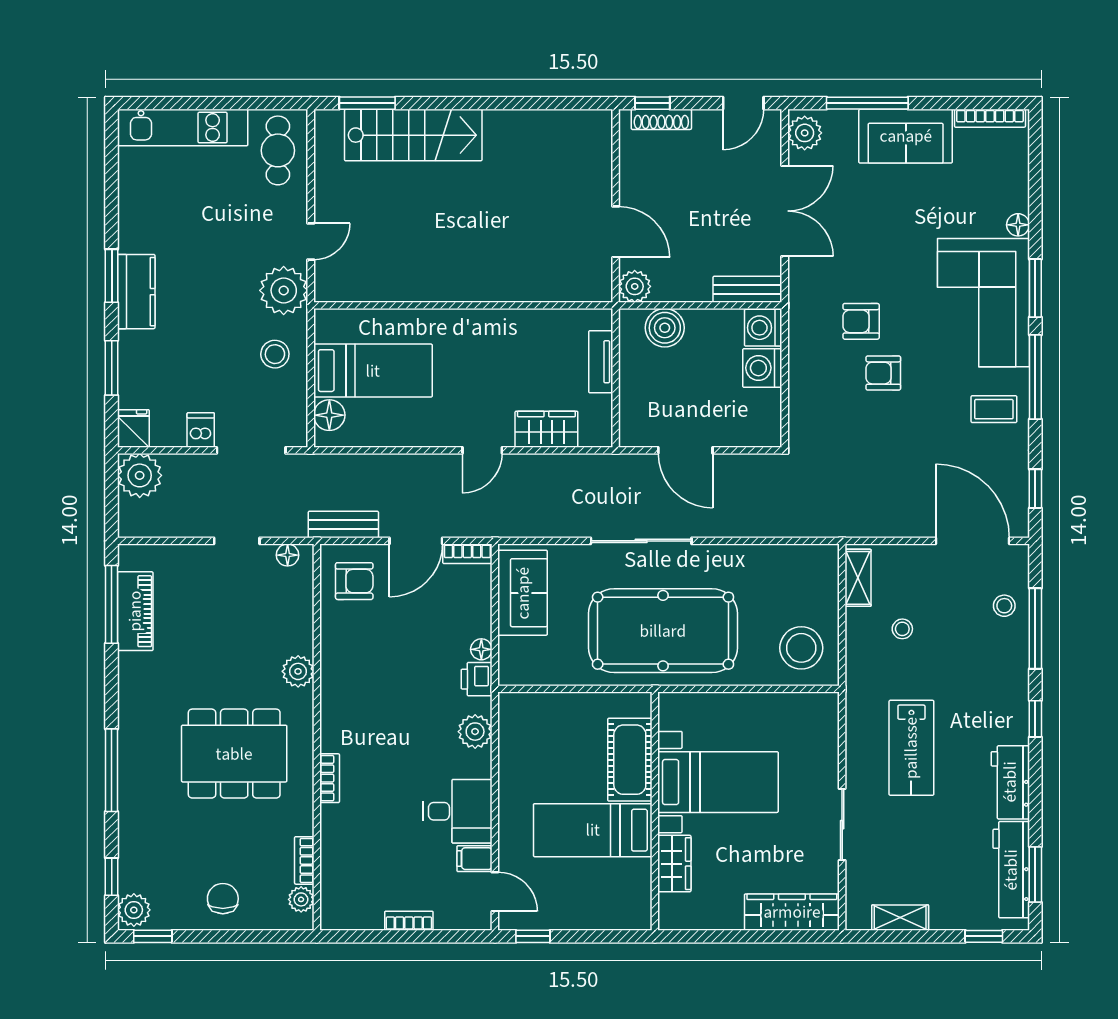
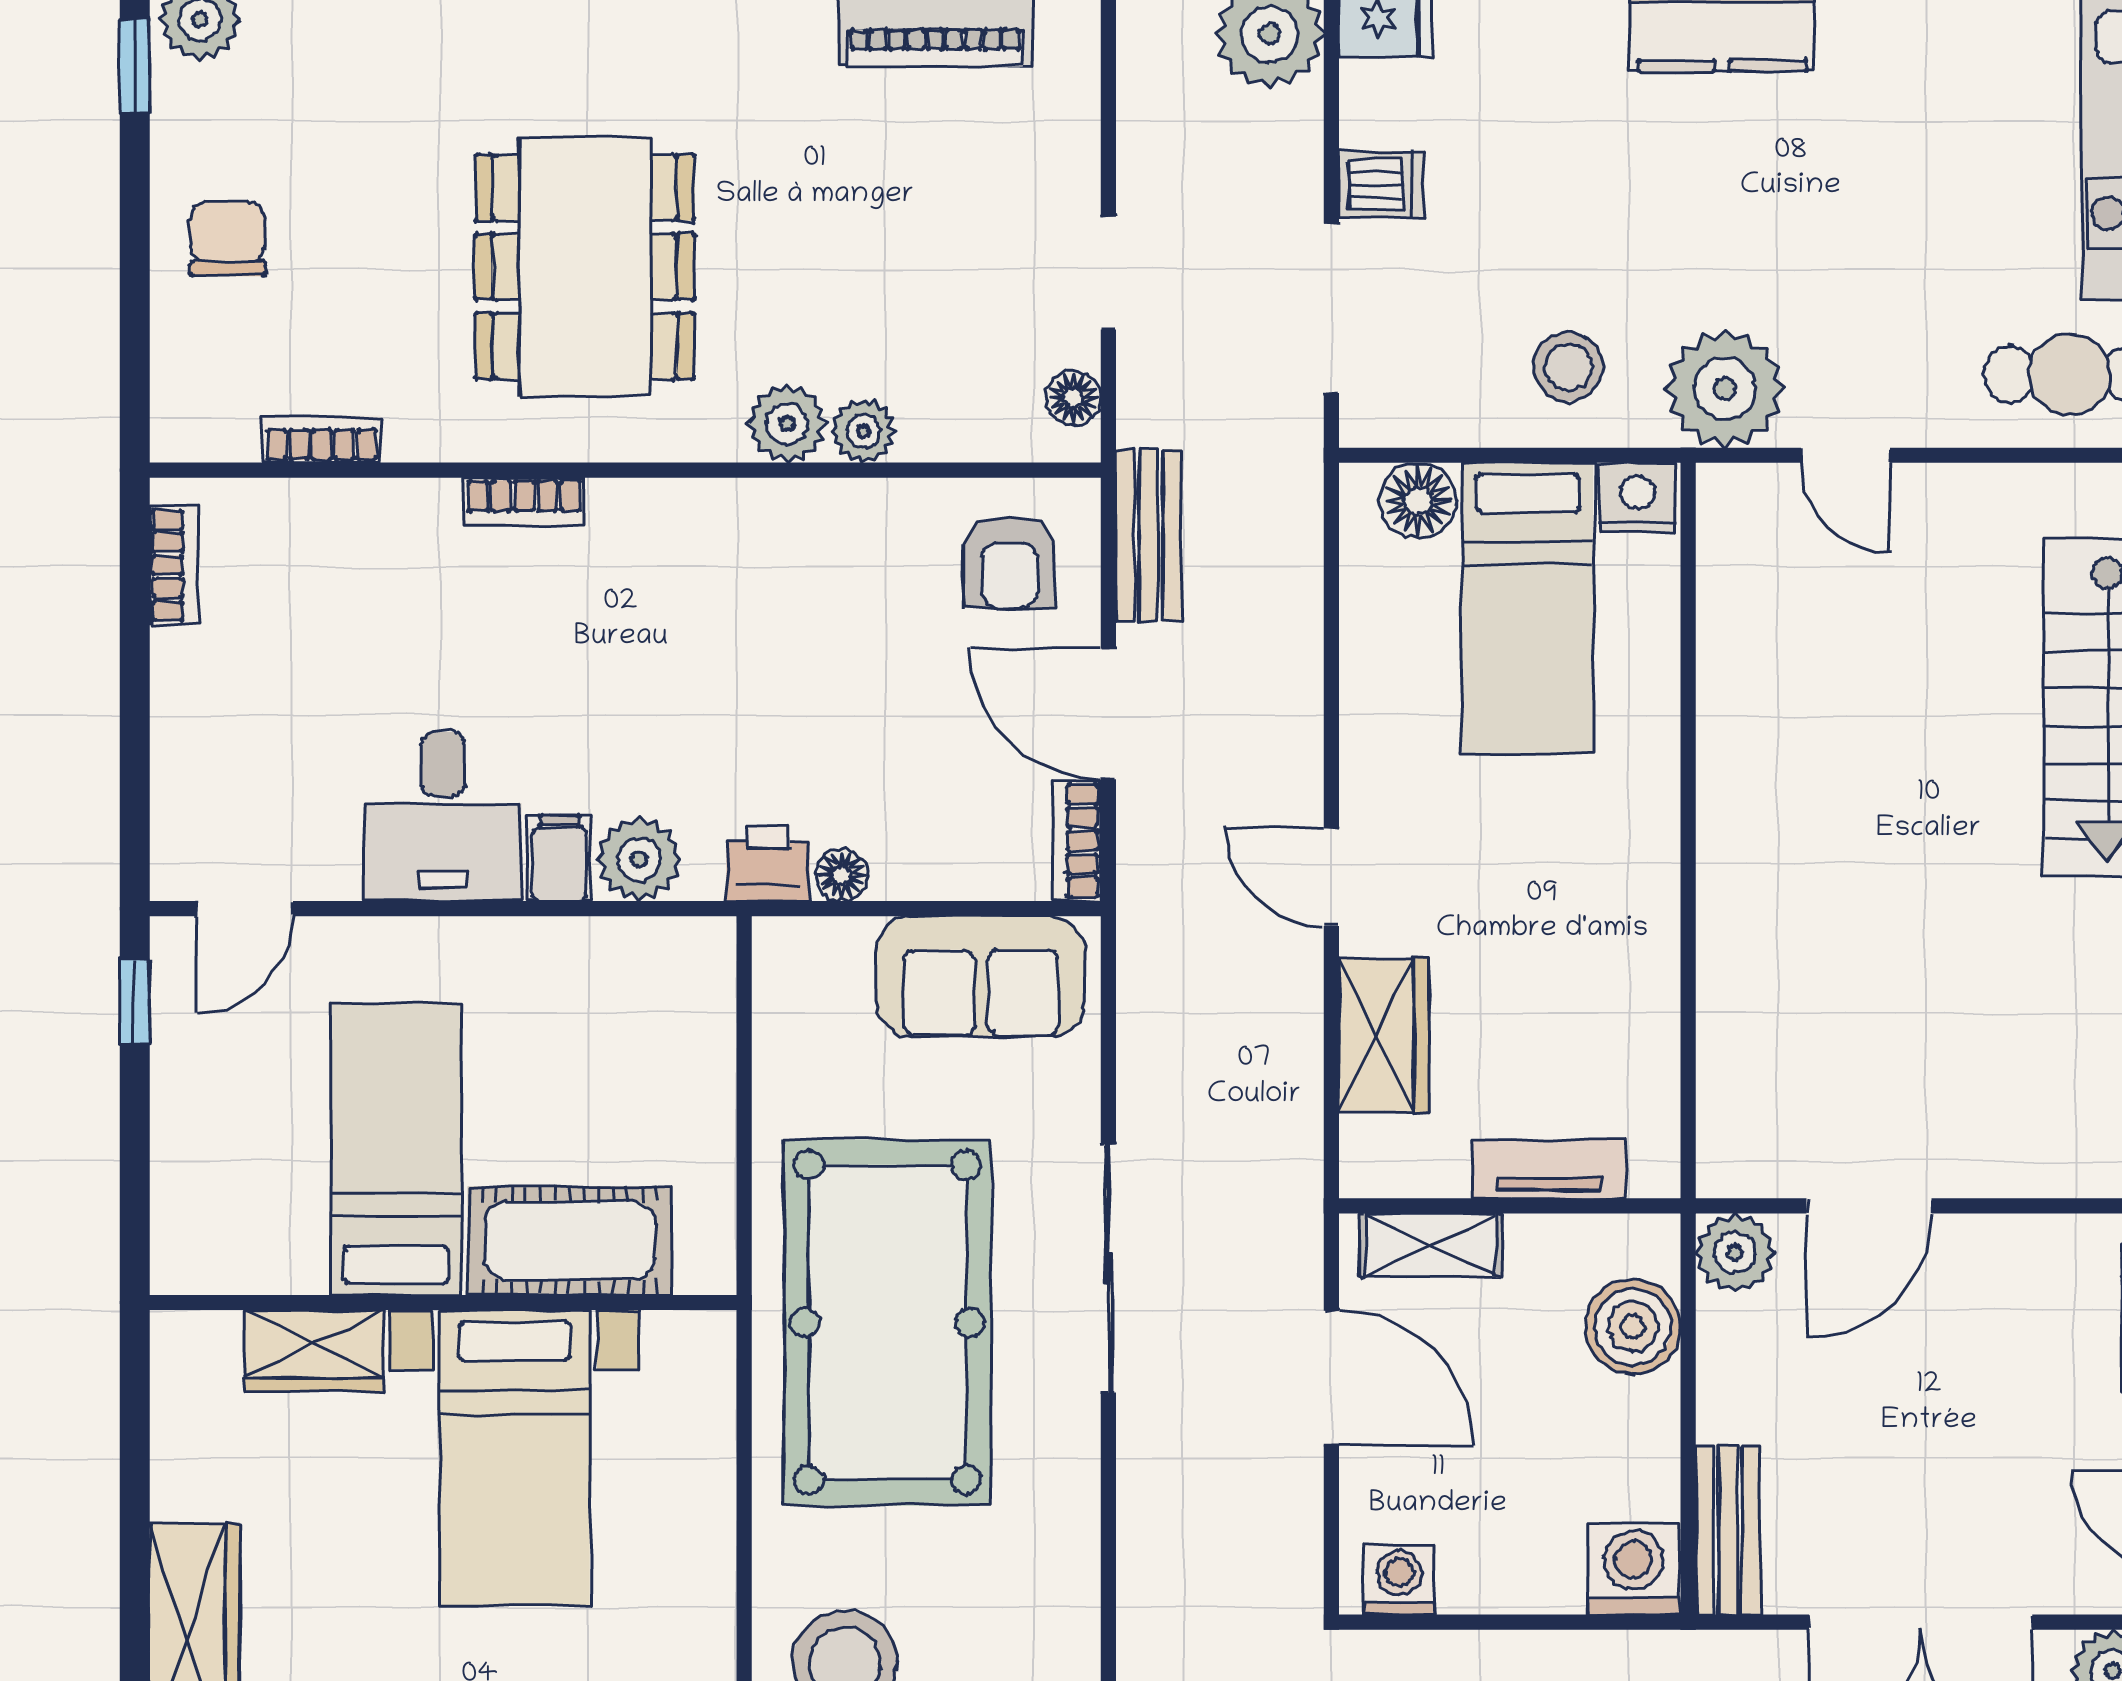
nightstand: (328, 326) -> (1637, 498), added
washing machine: (762, 368) -> (1399, 1580), moved, width x0.73, depth x0.73
shelving: (632, 410) -> (1431, 1245), added
door: (685, 450) -> (1331, 1378), swing flipped
filing cabinet: (474, 859) -> (559, 858), moved
chair: (223, 899) -> (228, 239), turned -90
plant: (301, 899) -> (863, 431), moved
bookcase: (409, 921) -> (173, 565), moved

